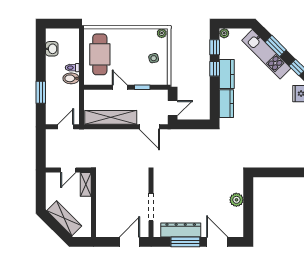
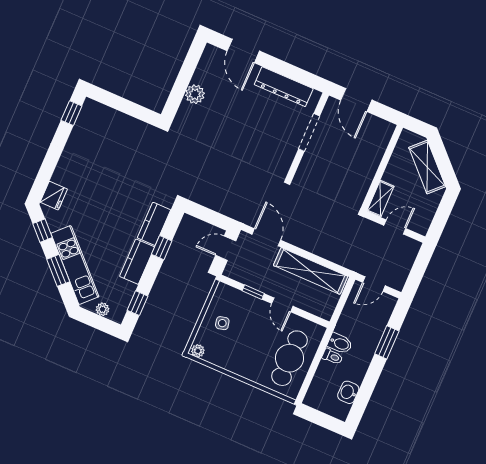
plant: (224, 33) -> (103, 309), moved
window: (215, 69) -> (162, 248), moved
door: (129, 242) -> (356, 100), hinge flipped
window: (185, 242) -> (284, 69), removed

